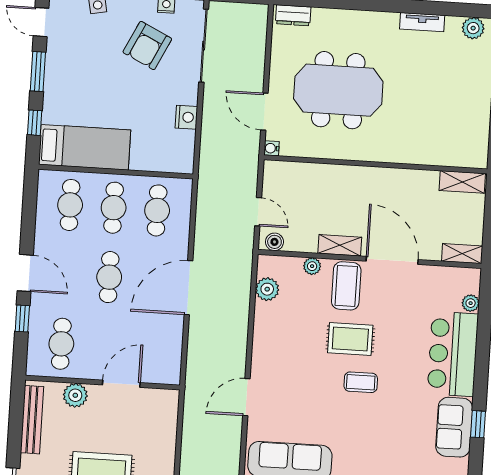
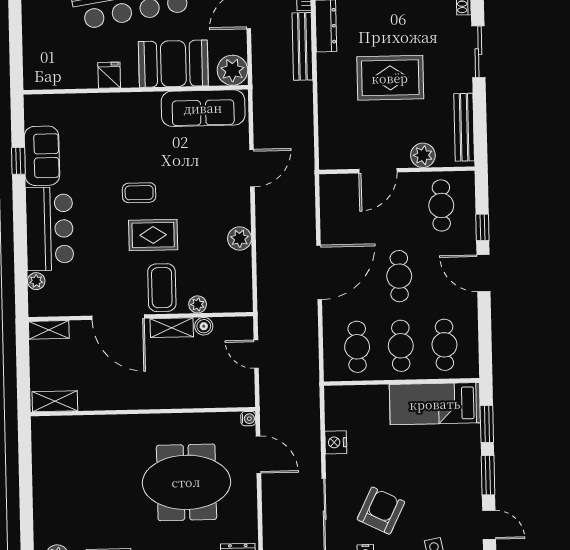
window: (35, 123) -> (487, 424), width x1.50
boiler: (274, 242) -> (204, 326), moved
plant: (267, 289) -> (240, 238), moved

